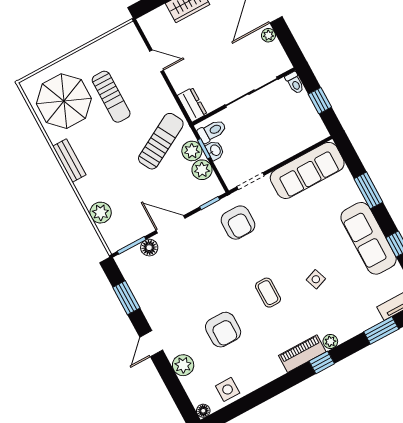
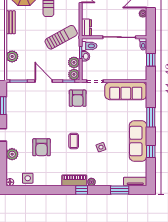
plant: (192, 151) -> (74, 74), moved
floor lamp: (149, 248) -> (27, 87), removed

